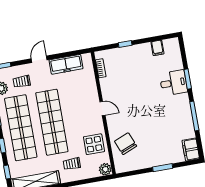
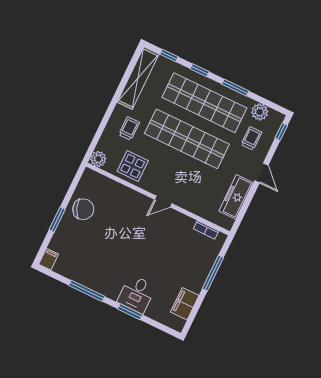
window: (125, 44) -> (213, 273), width x2.17
filing cabinet: (157, 48) -> (185, 304), width x2.00
chair: (126, 144) -> (83, 209), moved
filing cabinet: (191, 150) -> (49, 259), width x0.50

